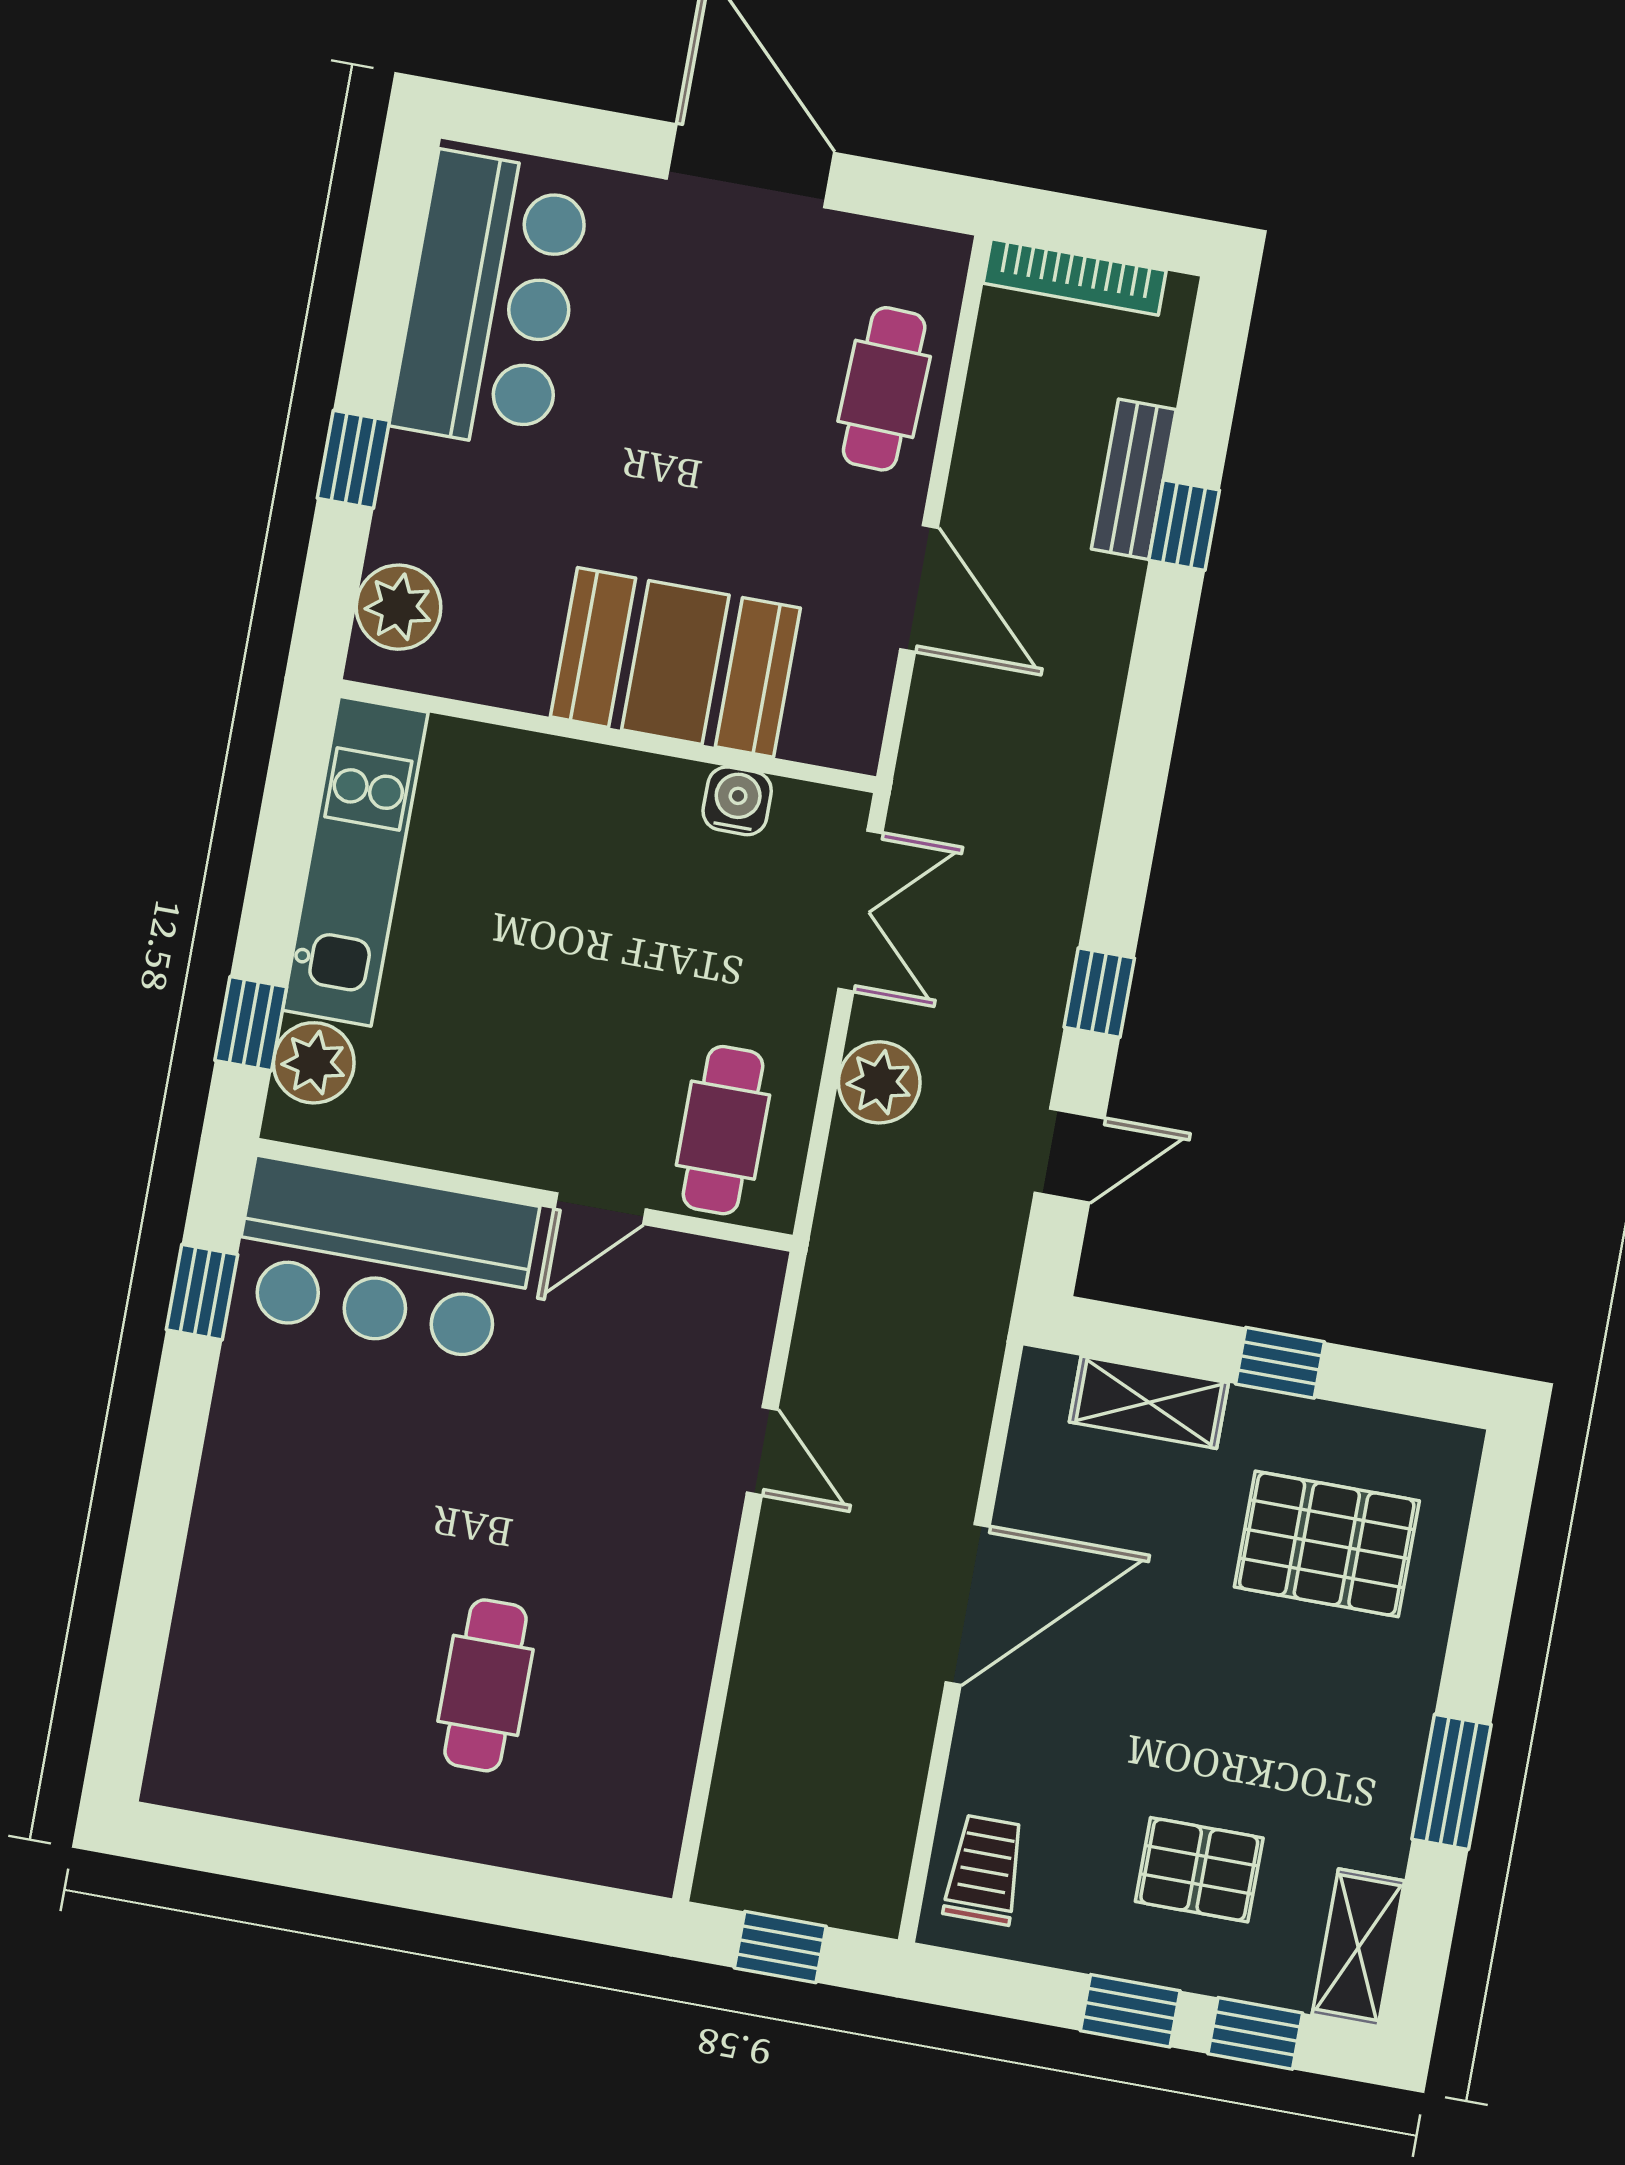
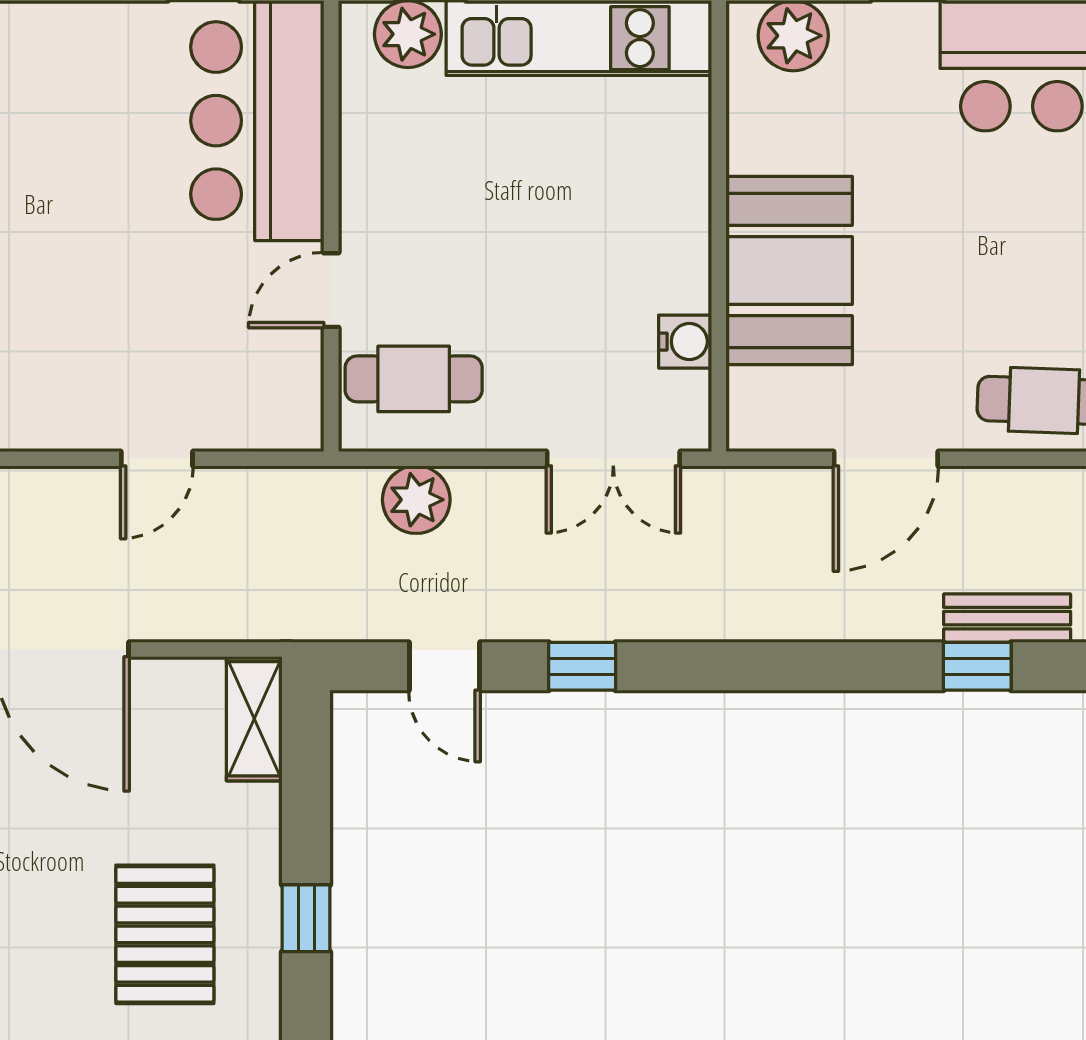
plant: (879, 1082) -> (416, 500), moved
door: (600, 1209) -> (331, 290), hinge flipped
window: (1280, 1363) -> (306, 918), moved
shelving: (1149, 1402) -> (254, 719), moved

